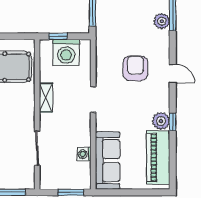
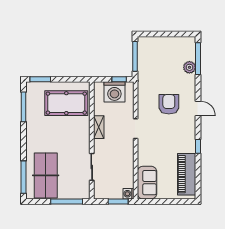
window: (58, 36) -> (119, 79), moved
plant: (161, 121) -> (189, 146), removed
washing machine: (84, 154) -> (128, 194), moved
sofa: (108, 161) -> (147, 183), width x0.73

